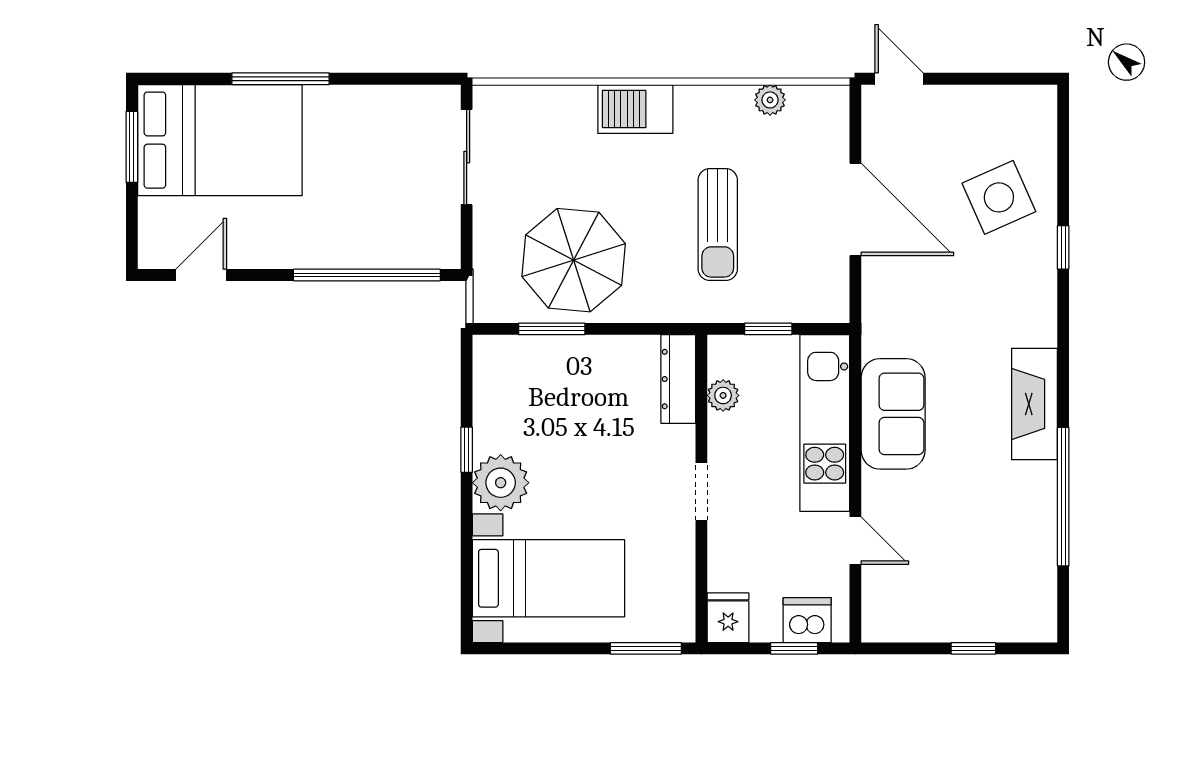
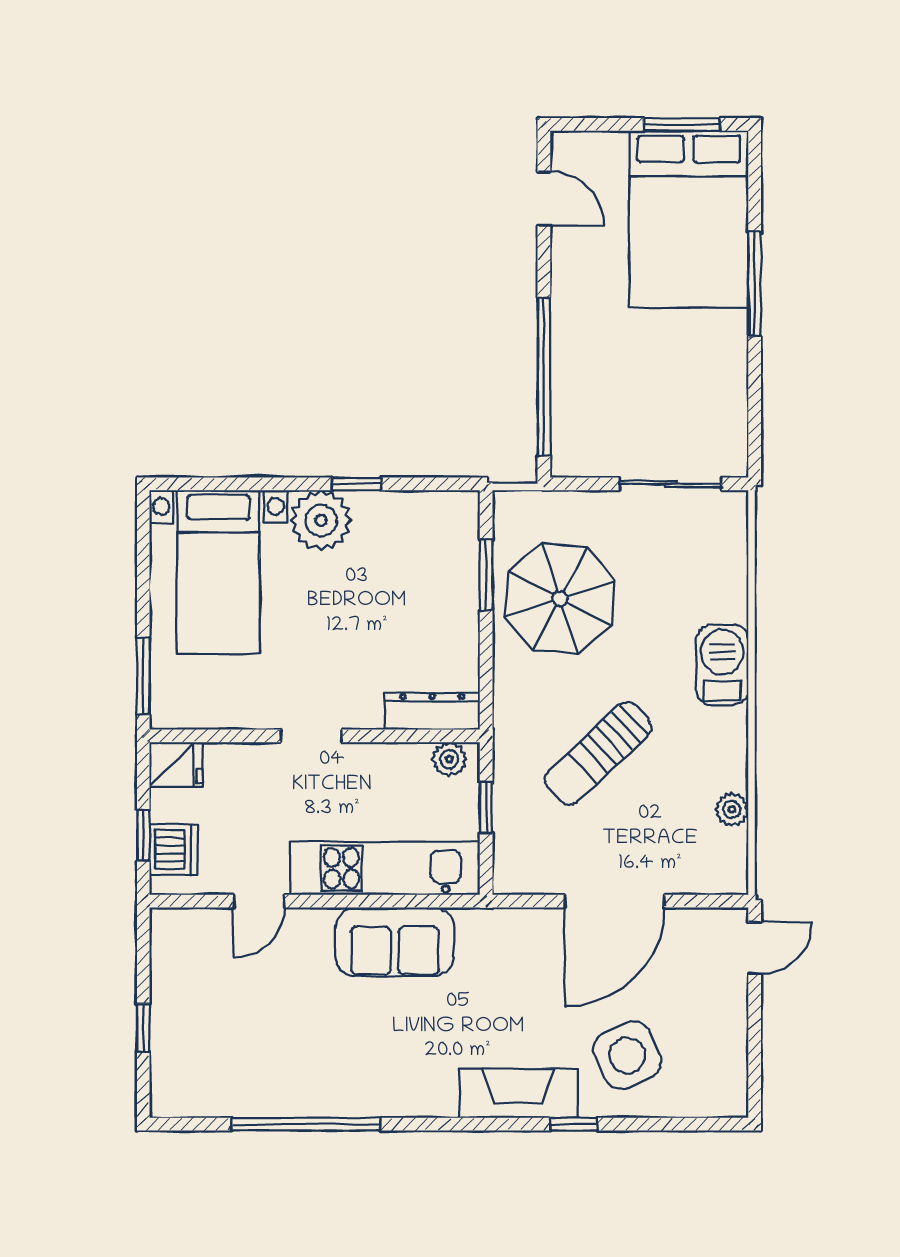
sun lounger: (718, 224) -> (598, 753), turned -43
plant: (723, 395) -> (449, 759), moved
fireplace: (1034, 404) -> (518, 1093), moved

